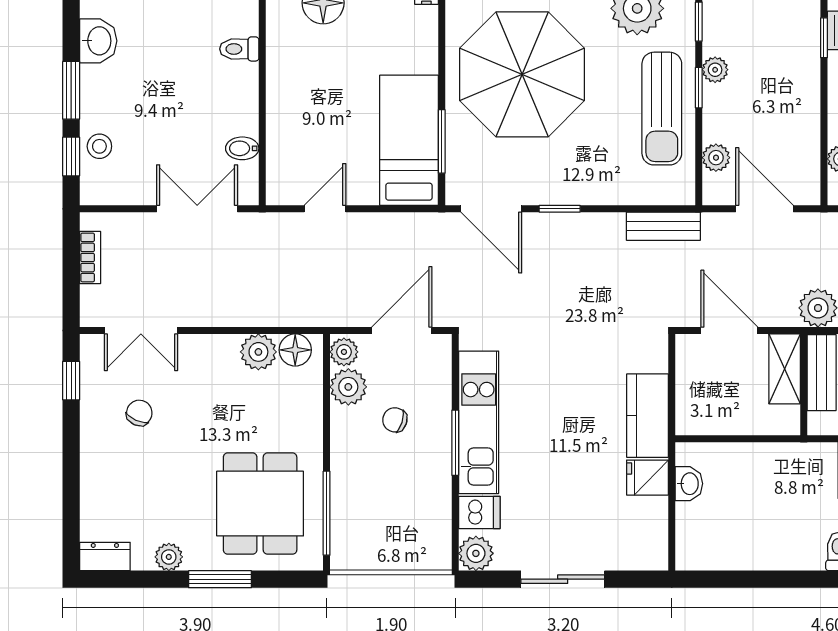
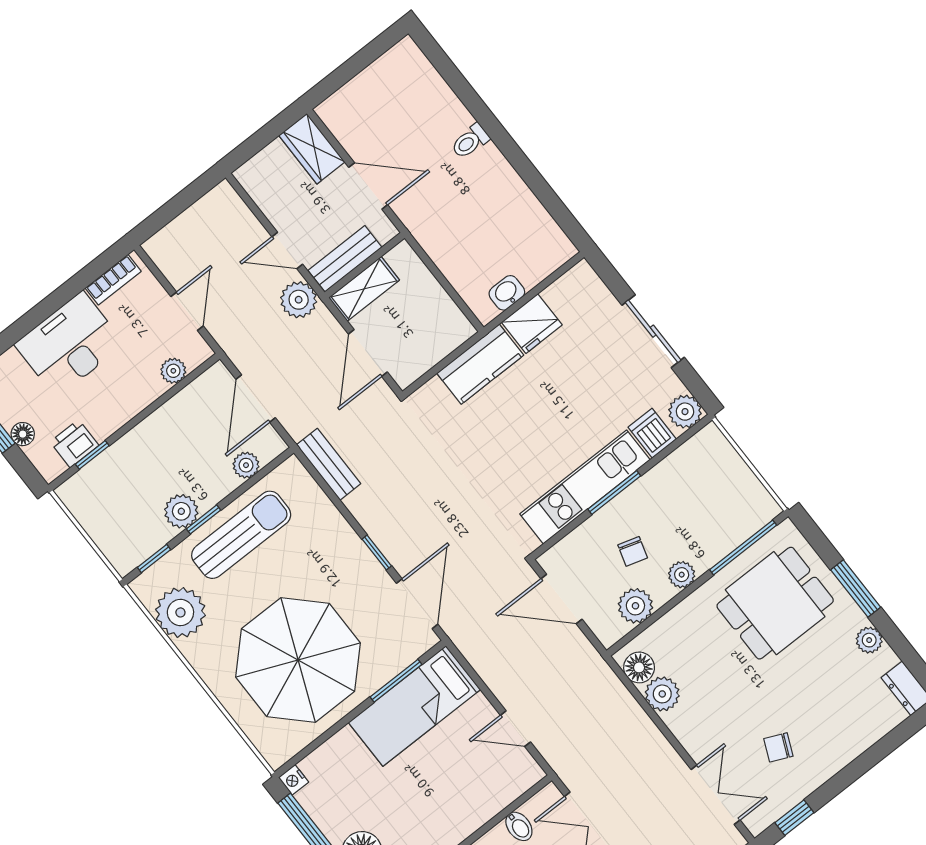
plant: (715, 70) -> (181, 511), width x1.38, depth x1.38
plant: (344, 352) -> (682, 575), moved
fridge: (647, 478) -> (532, 324), width x1.38

